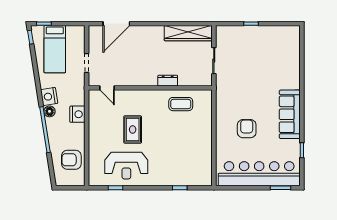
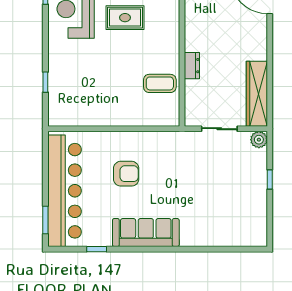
plant: (222, 32) -> (259, 140), added
coffee table: (181, 104) -> (160, 83), turned 90

